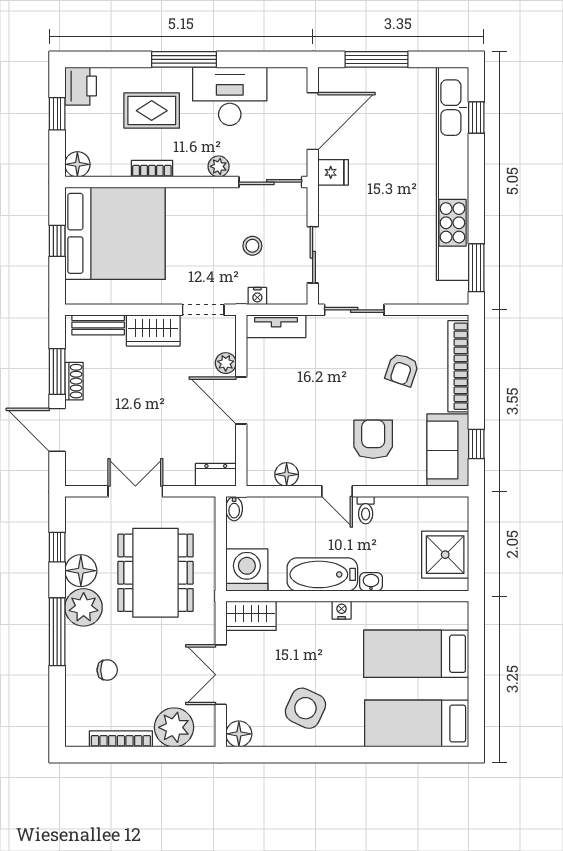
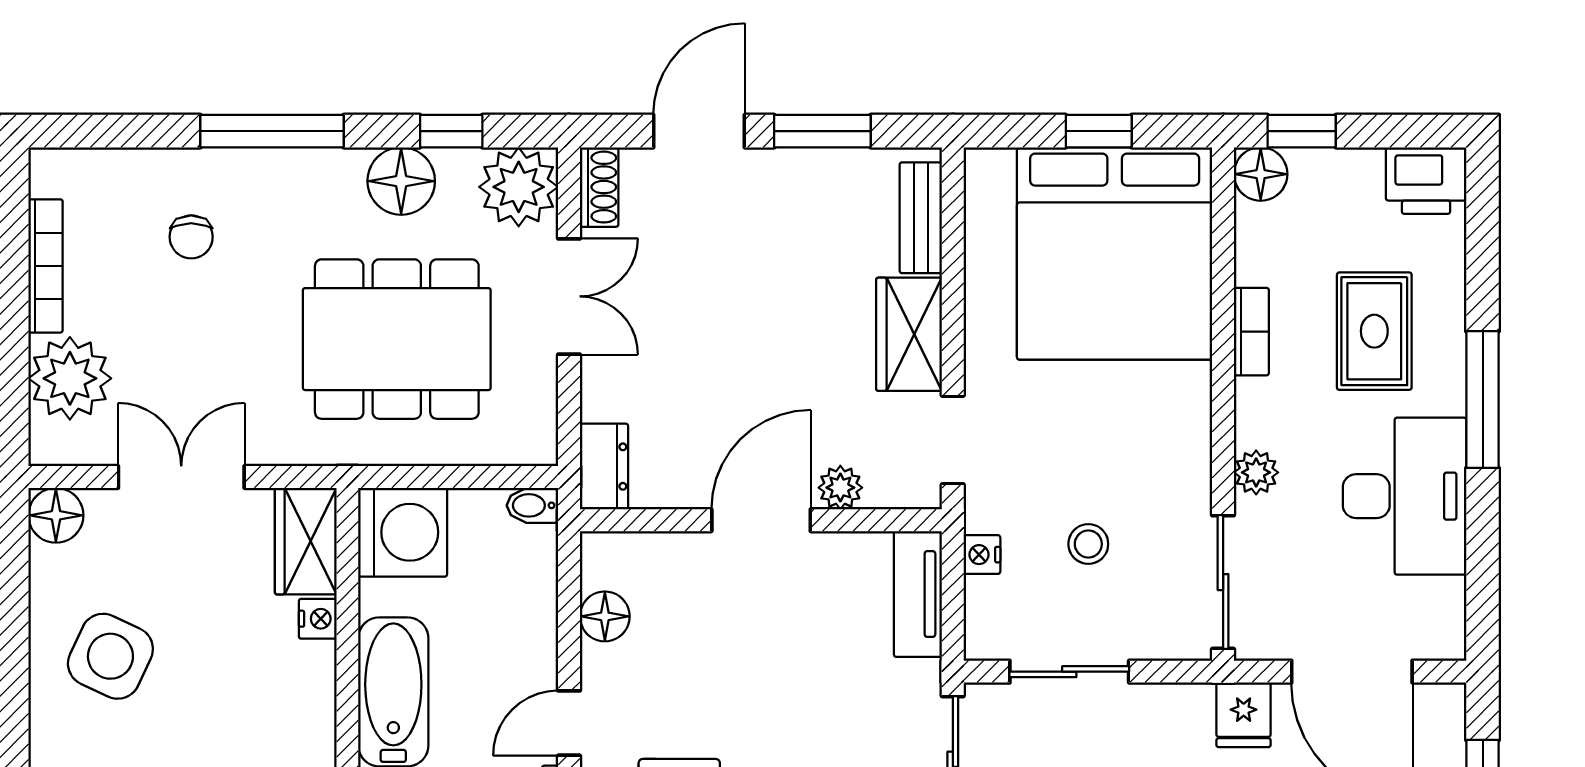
window: (57, 114) -> (1302, 131), moved
shoe rack: (74, 381) -> (599, 187), moved, turned -90
plant: (84, 607) -> (519, 187), moved
nightstand: (342, 610) -> (318, 619), moved

